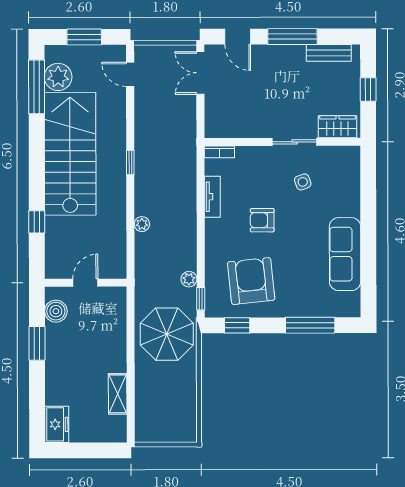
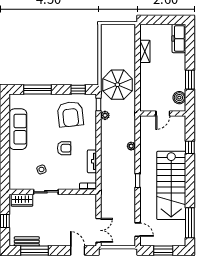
window: (292, 37) -> (35, 251), moved
plant: (58, 77) -> (178, 228), removed
freezer: (57, 424) -> (179, 39), width x1.40

